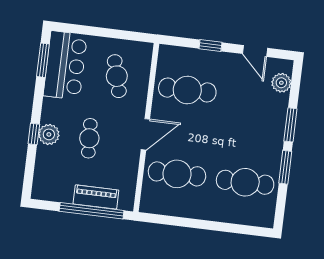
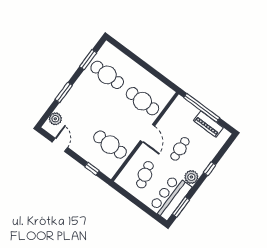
window: (210, 45) -> (92, 169), moved
plant: (49, 134) -> (191, 177), moved
door: (145, 134) -> (147, 133), swing flipped
window: (285, 167) -> (88, 60), moved
piano: (96, 197) -> (208, 124), moved

